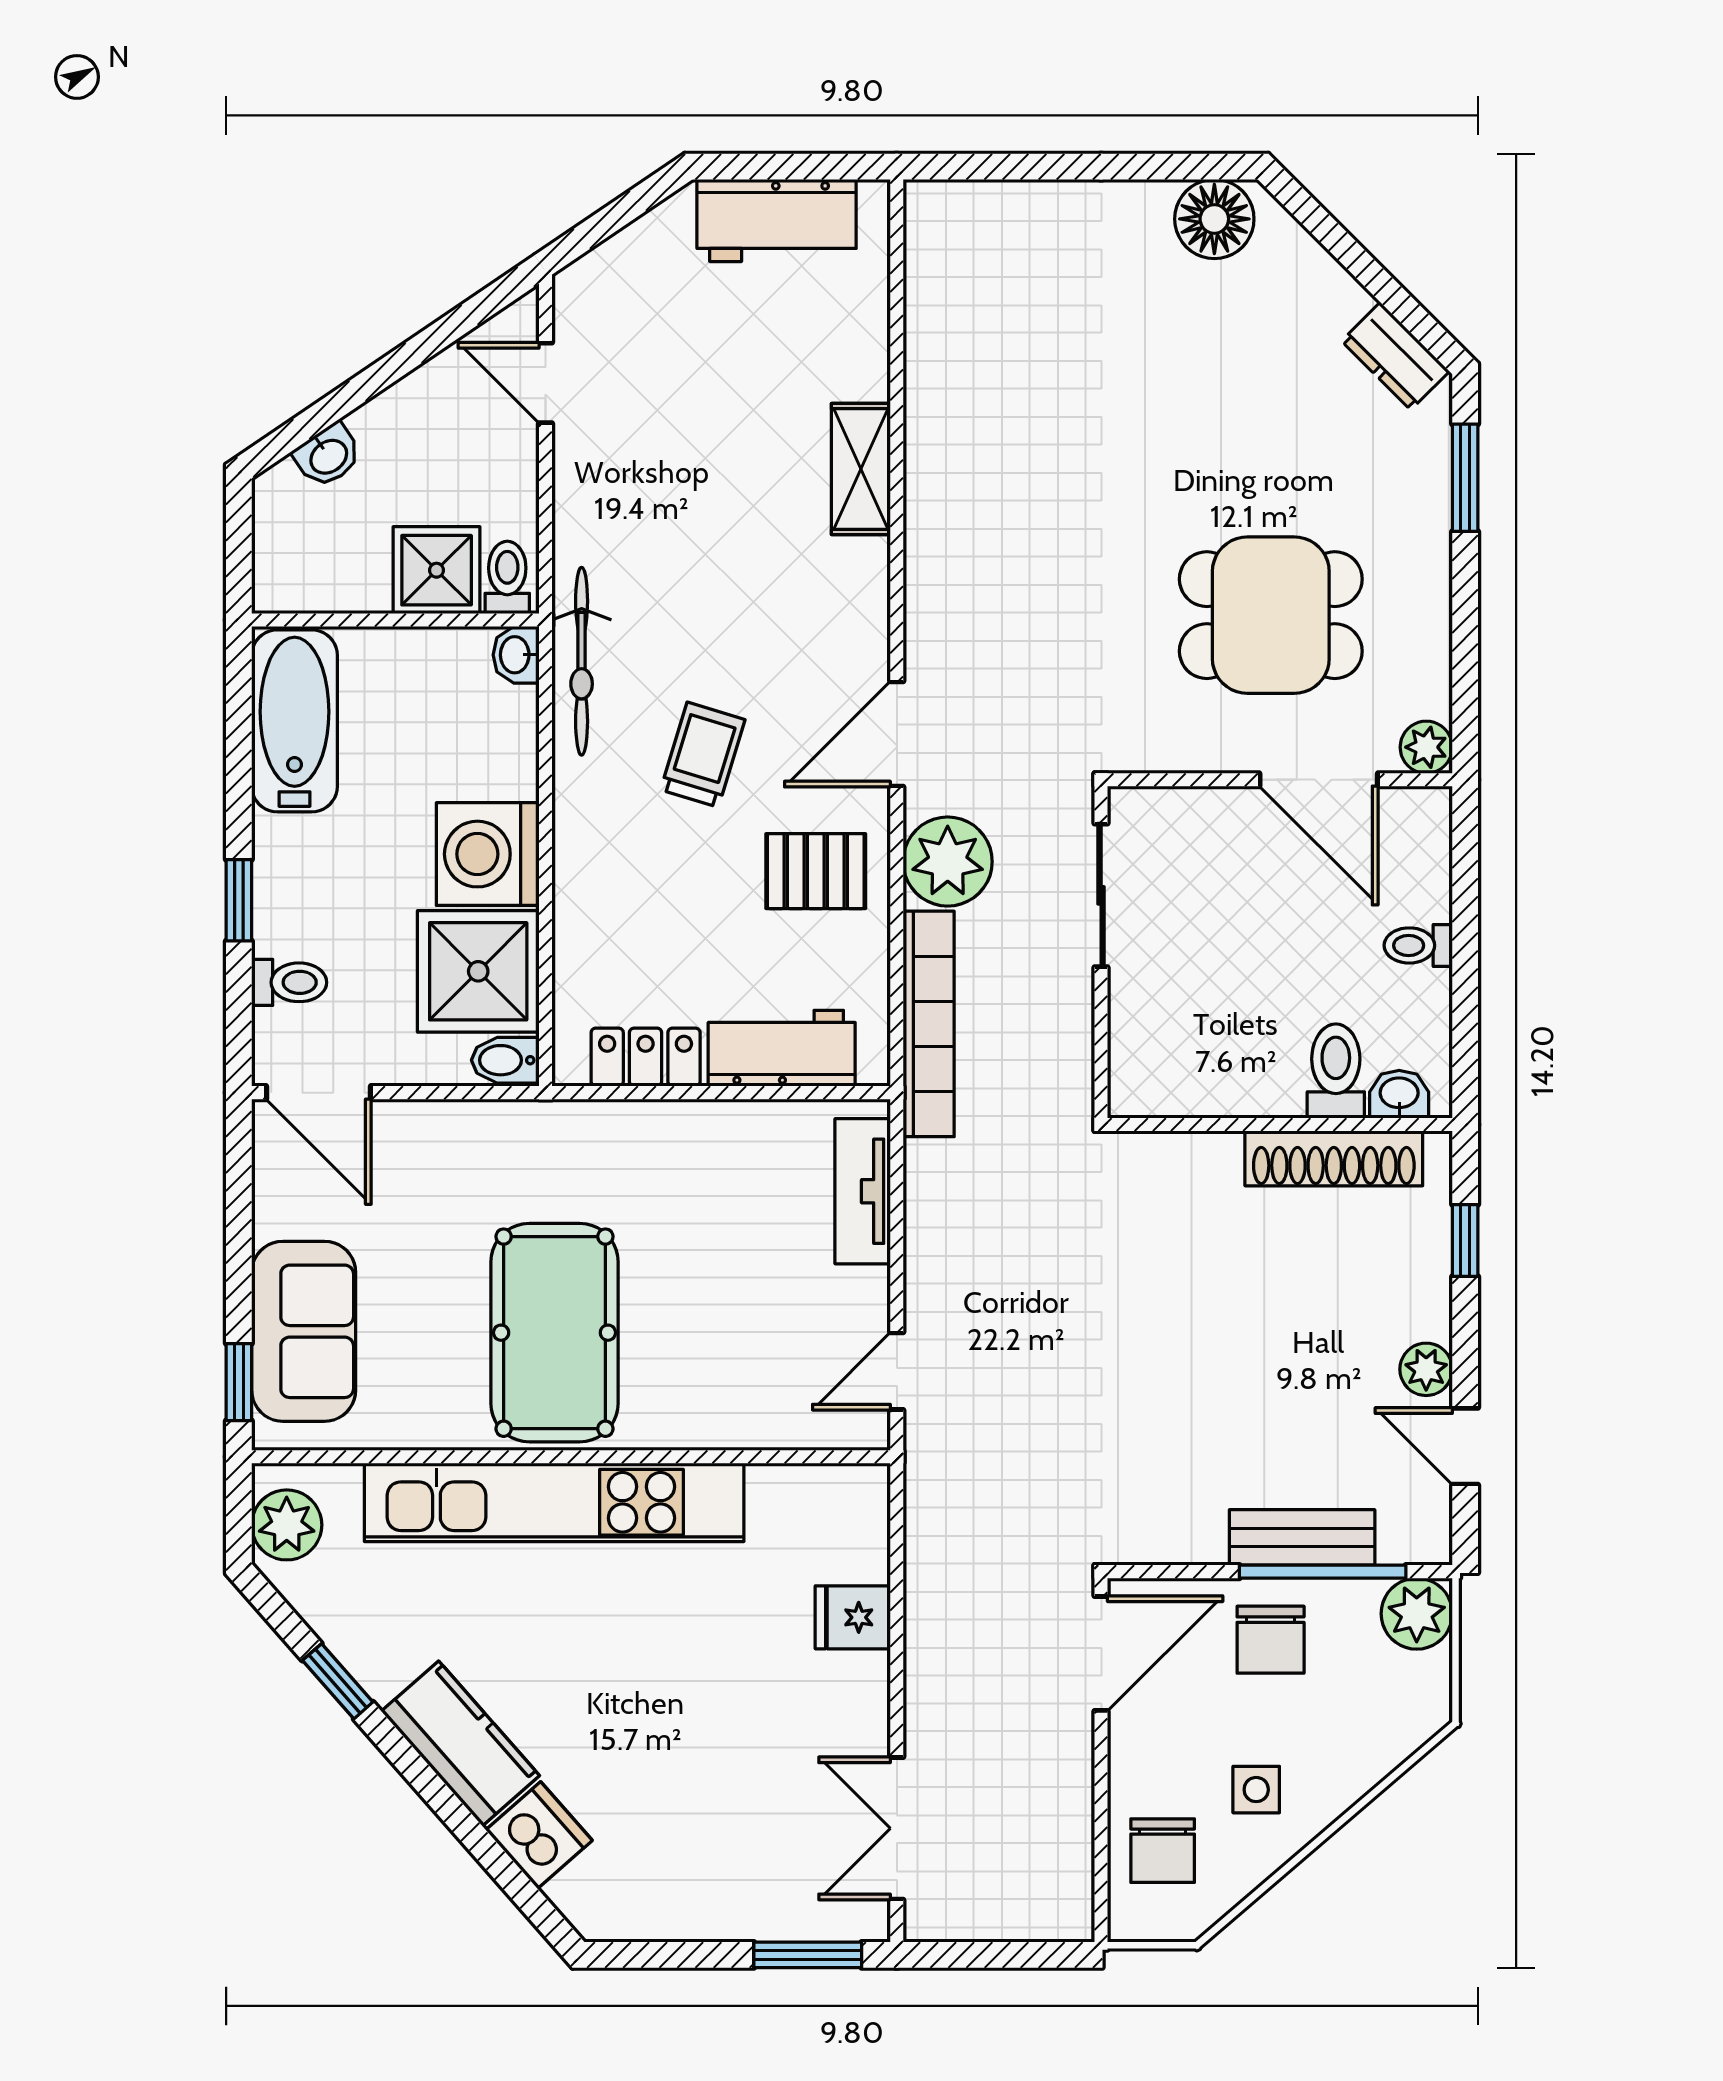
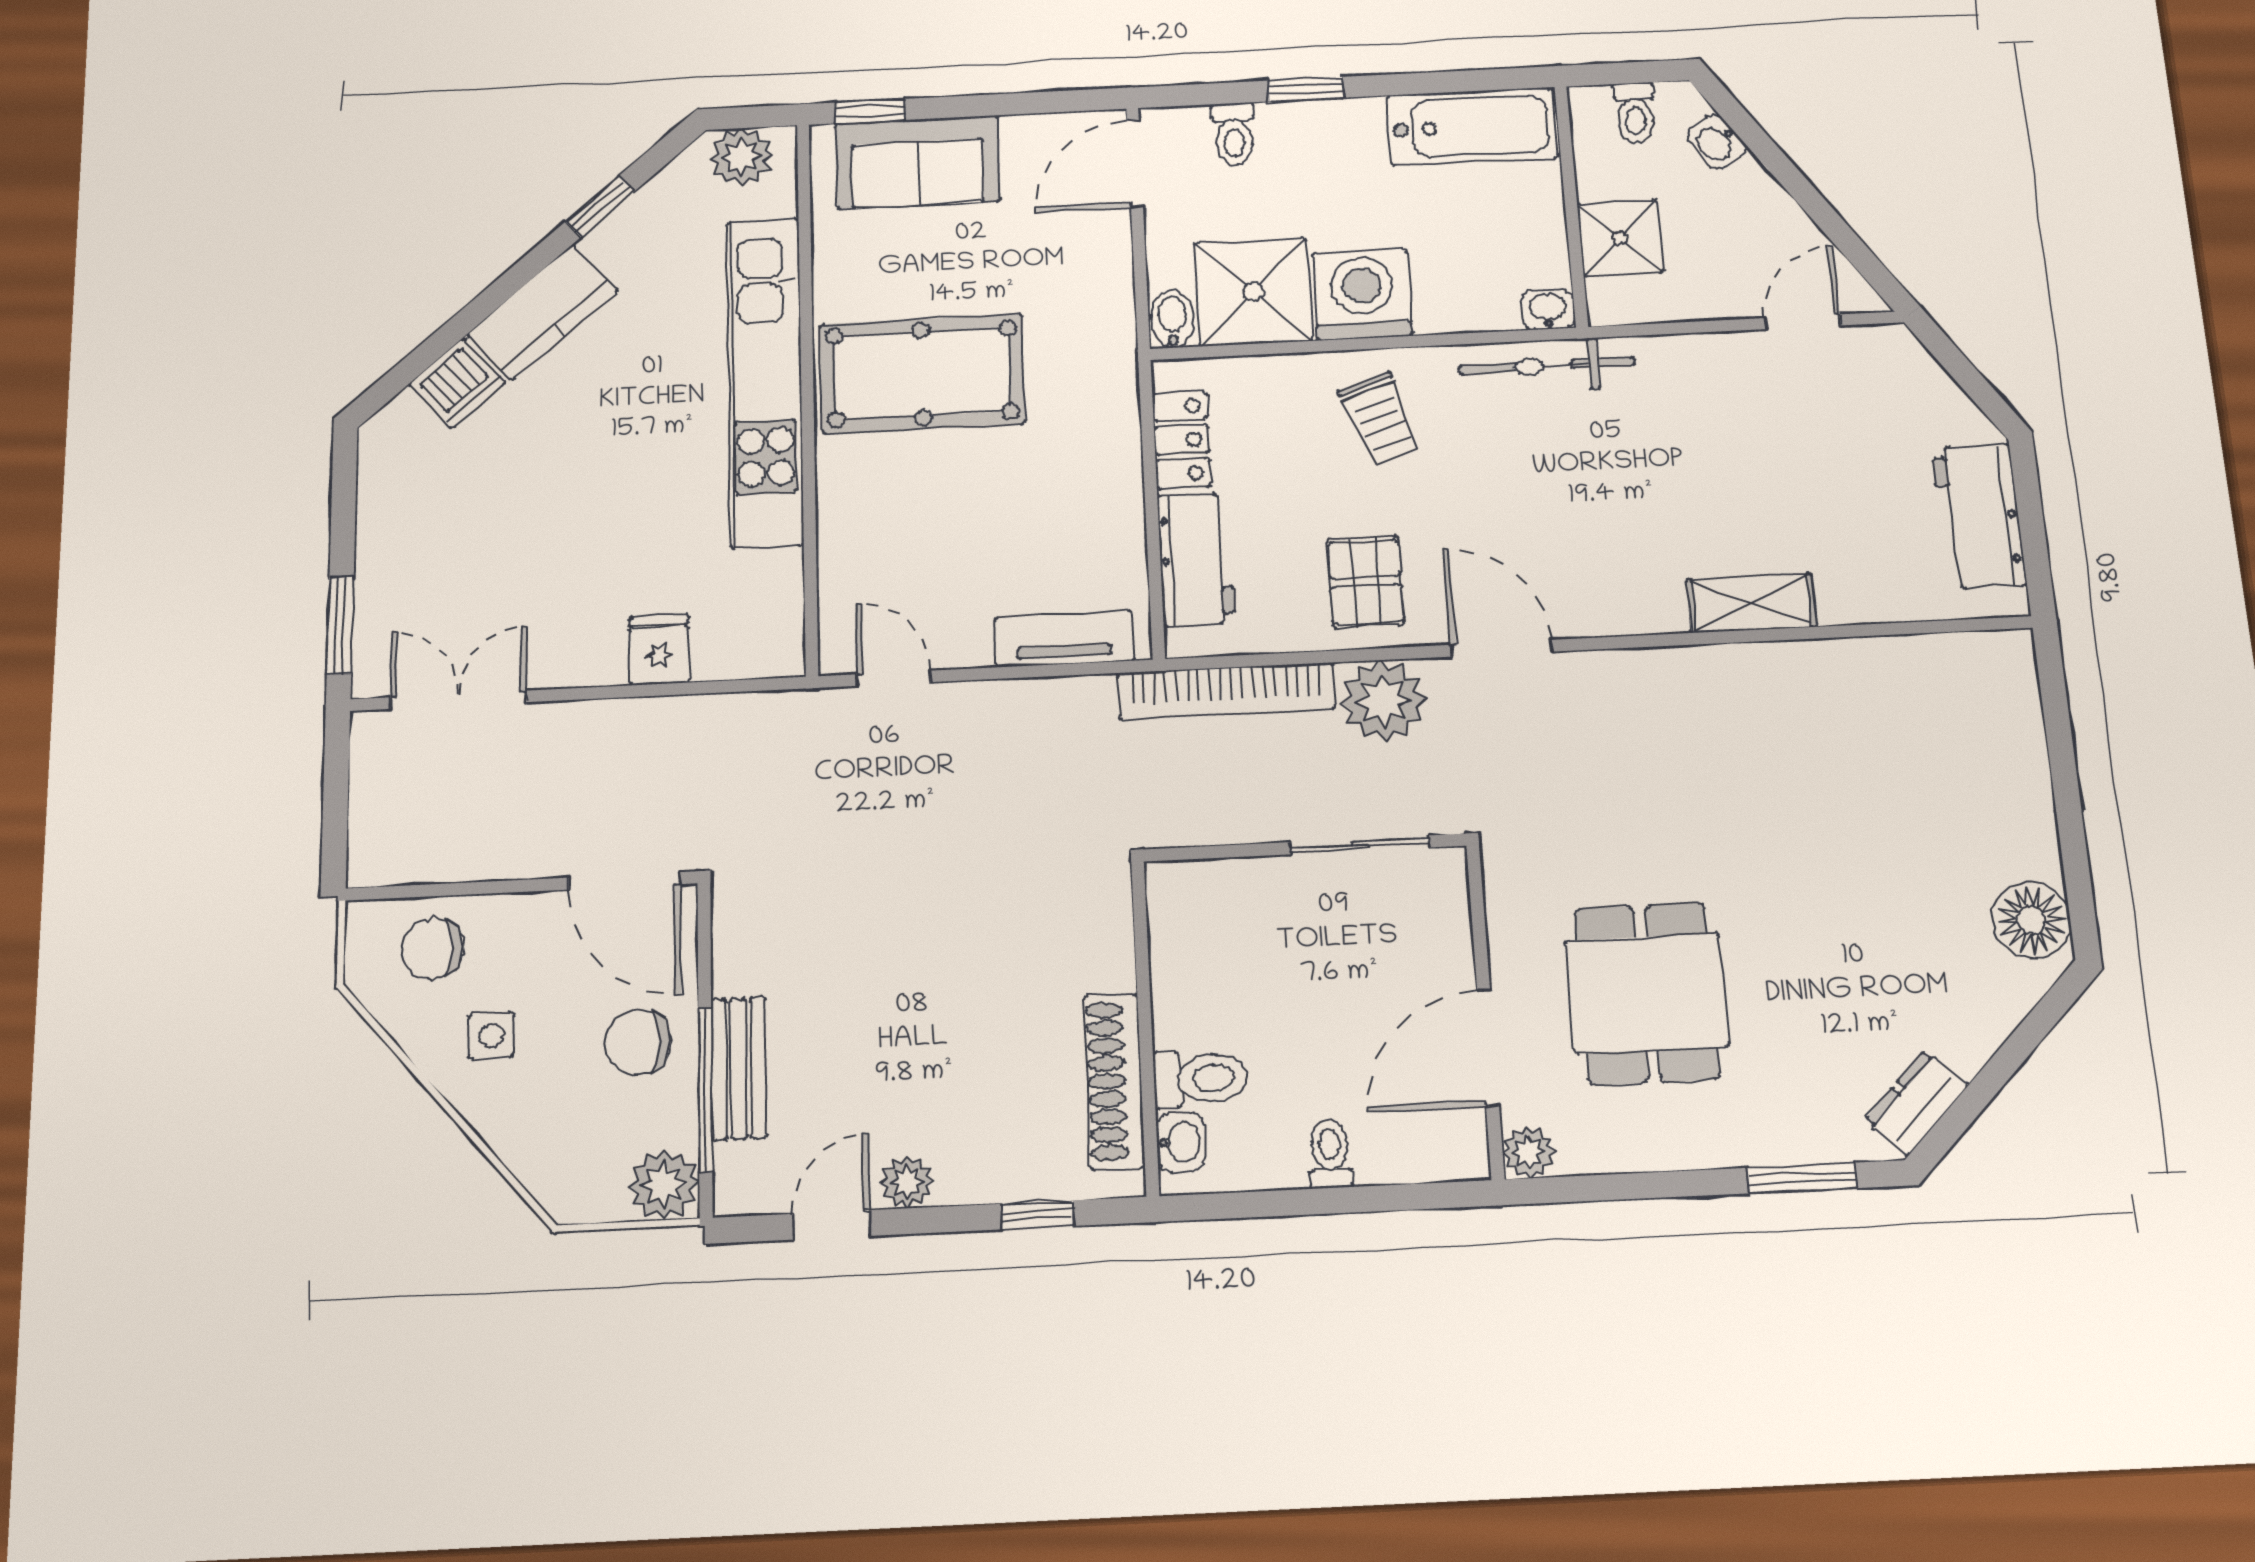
toilet: (507, 577) -> (1635, 113), moved, turned 90
trolley: (703, 755) -> (1380, 418), moved, turned 54

